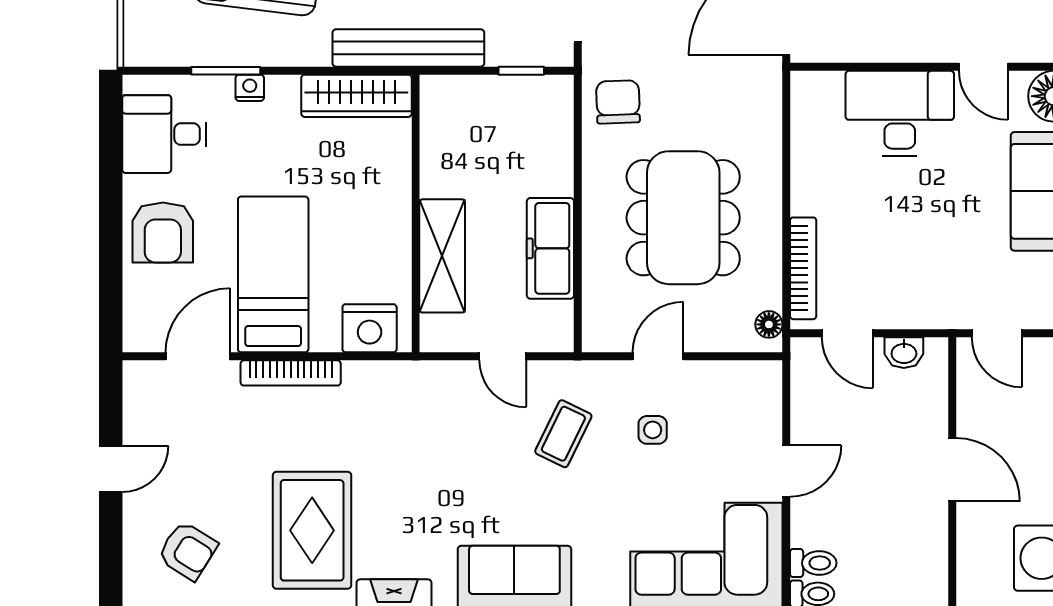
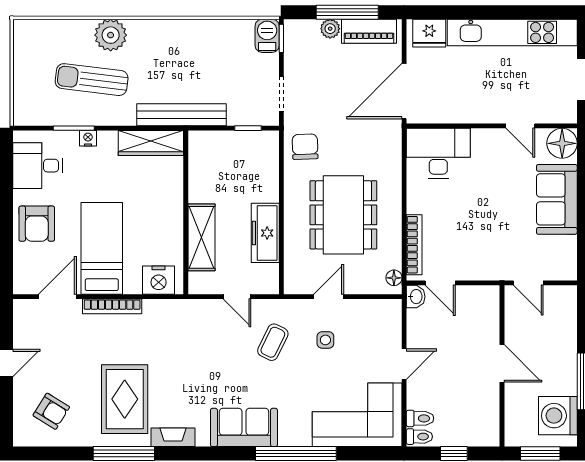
desk: (900, 113) -> (438, 153), moved
washbasin: (904, 353) -> (416, 297), moved, turned -90

